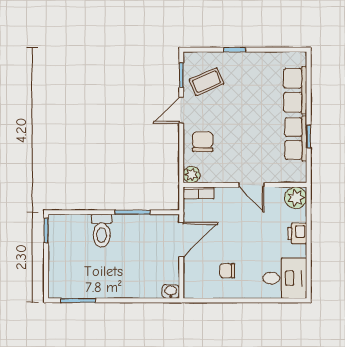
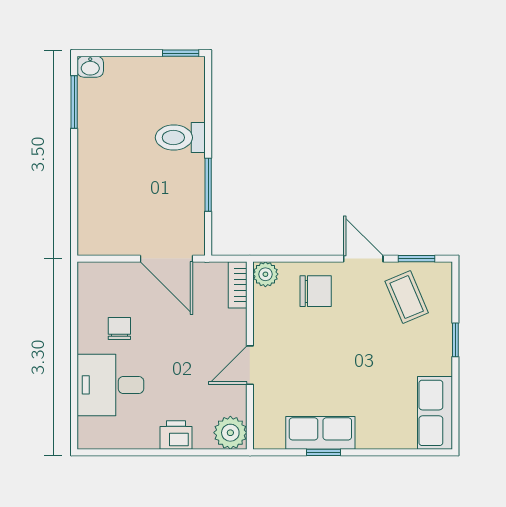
row of seats: (295, 90) -> (435, 413), moved, turned -90
desk: (285, 278) -> (110, 385), moved, turned 90
washbasin: (171, 292) -> (90, 67), moved, turned 90

